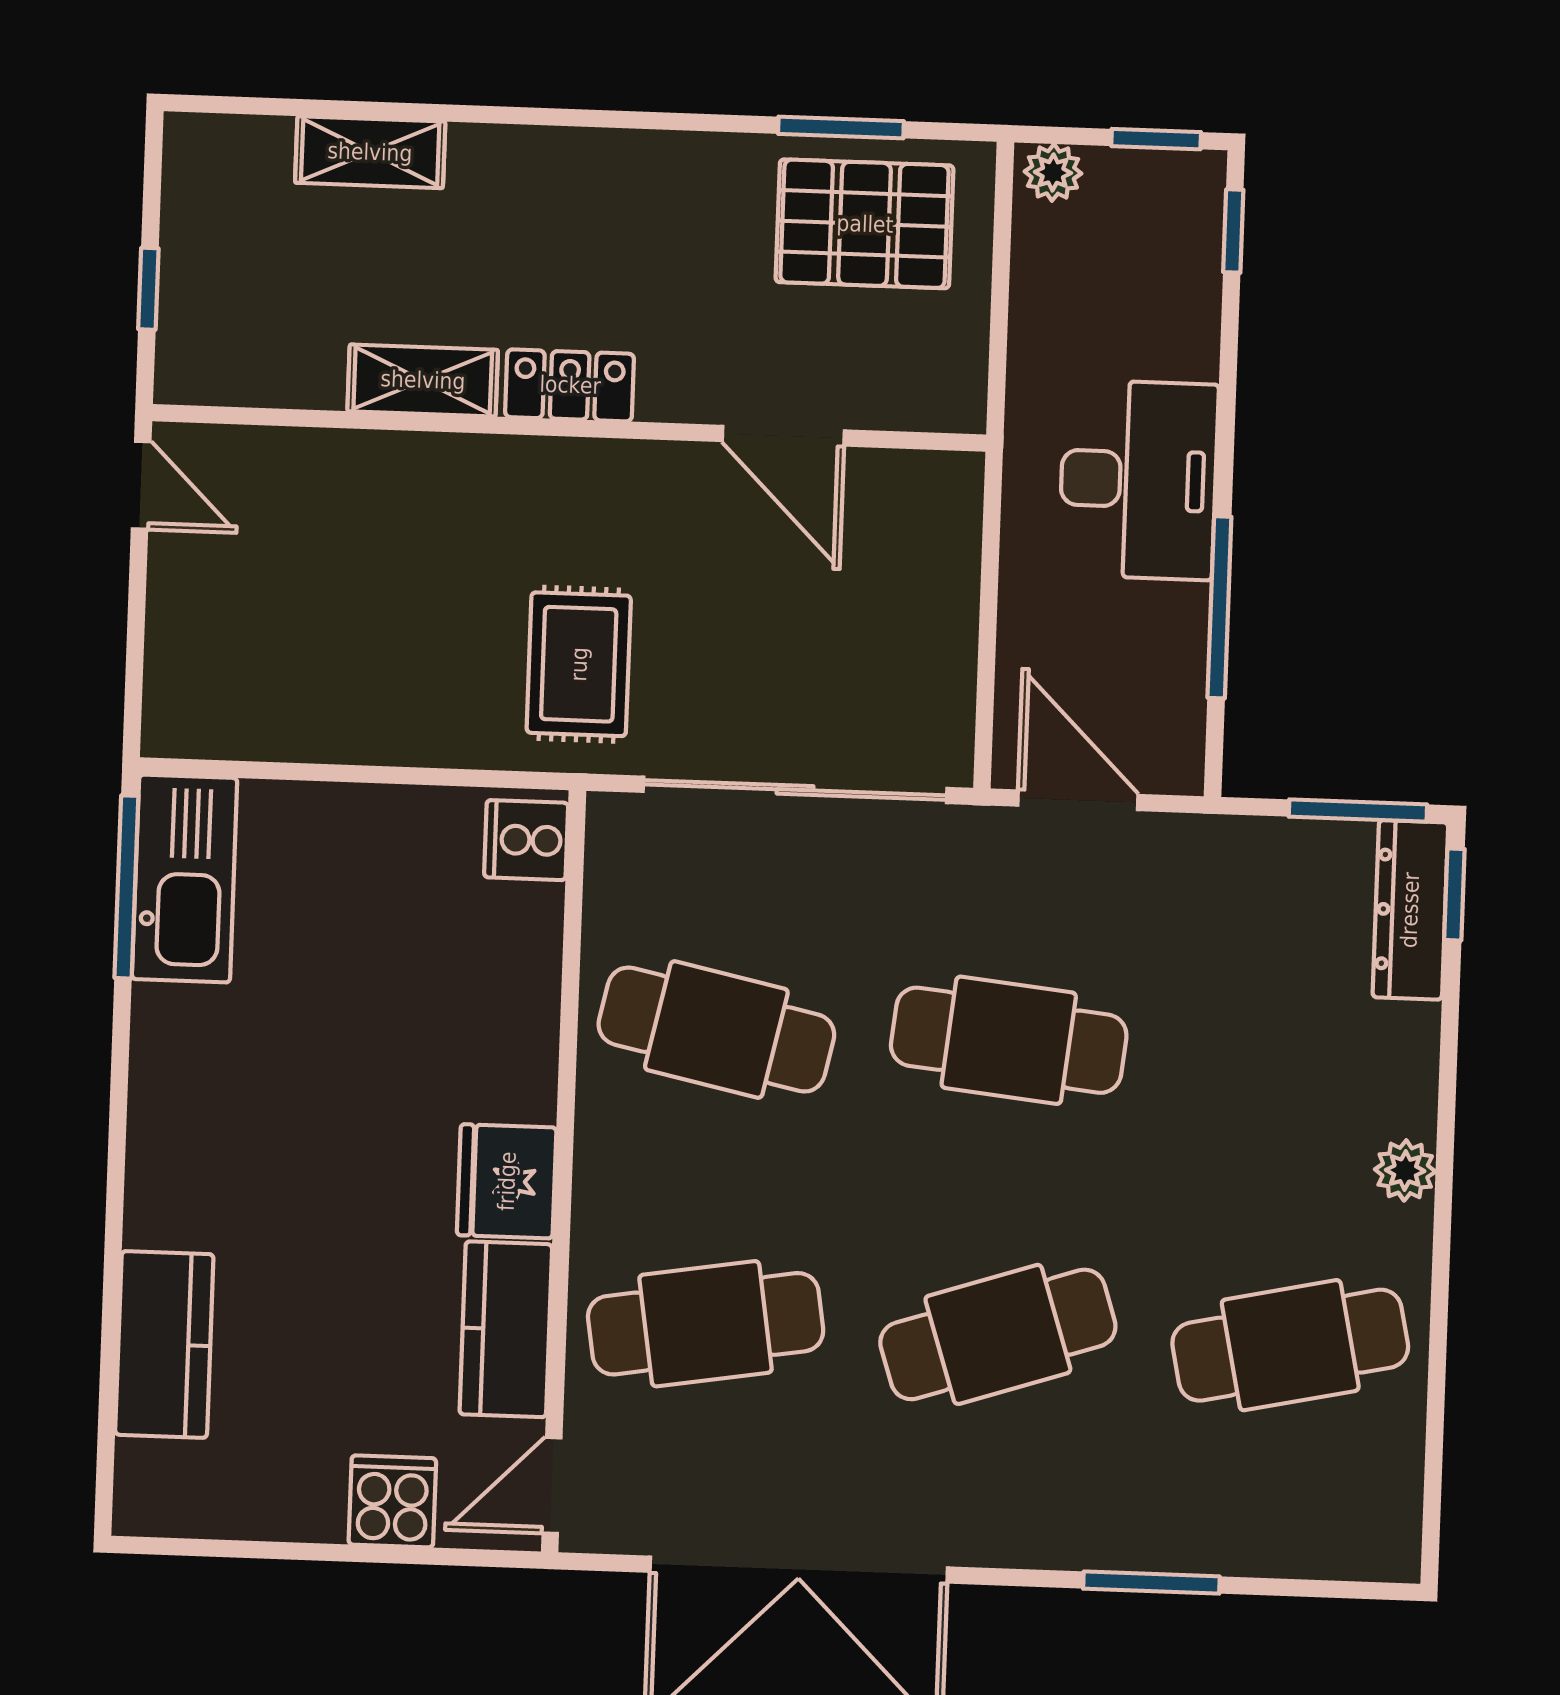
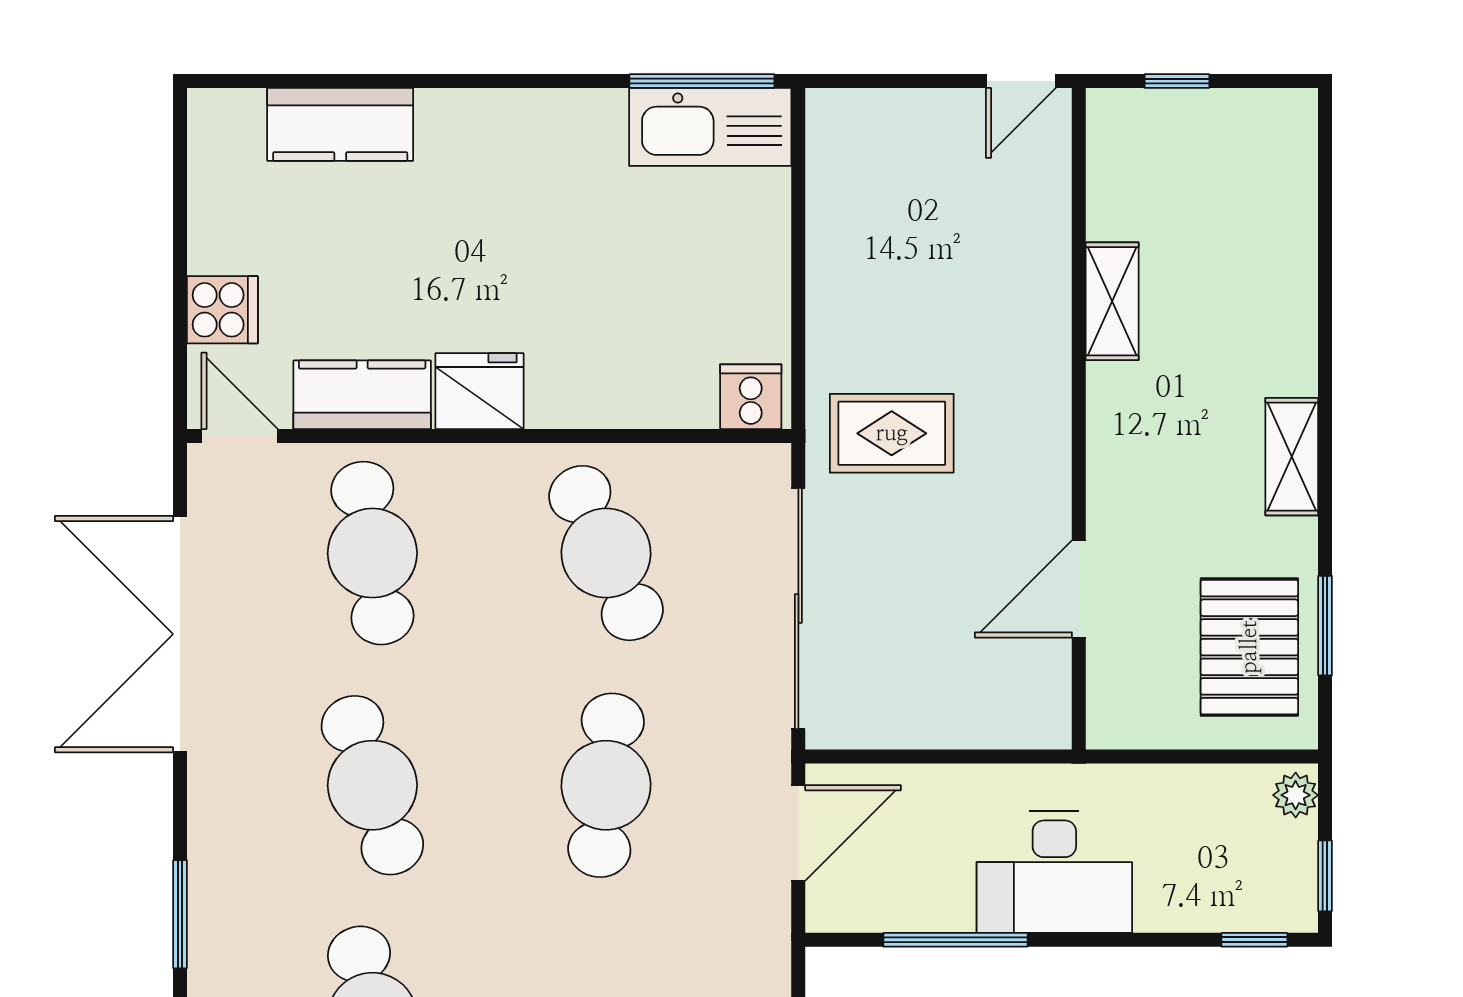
shelving: (370, 152) -> (1292, 457), moved
locker: (570, 385) -> (1113, 418), removed
cafe table: (716, 1030) -> (606, 553), turned -36

